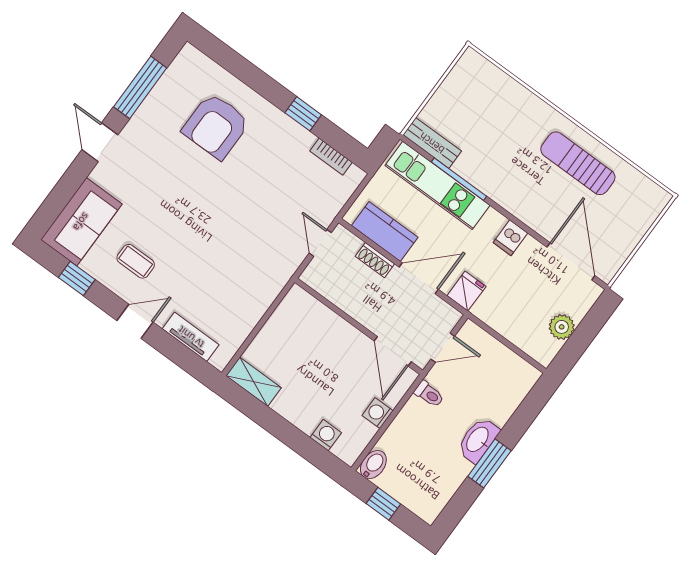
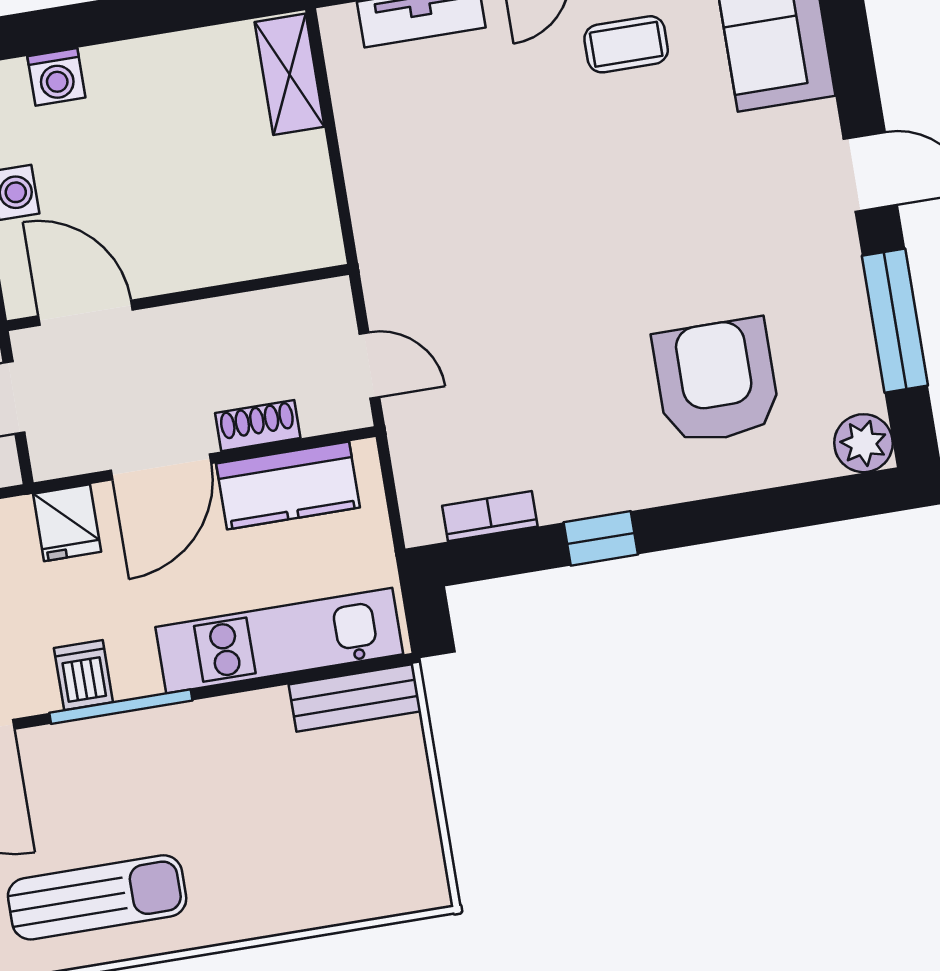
plant: (190, 59) -> (863, 443), added
window: (459, 179) -> (121, 707), moved
shelving: (254, 382) -> (290, 74), moved, turned 90

